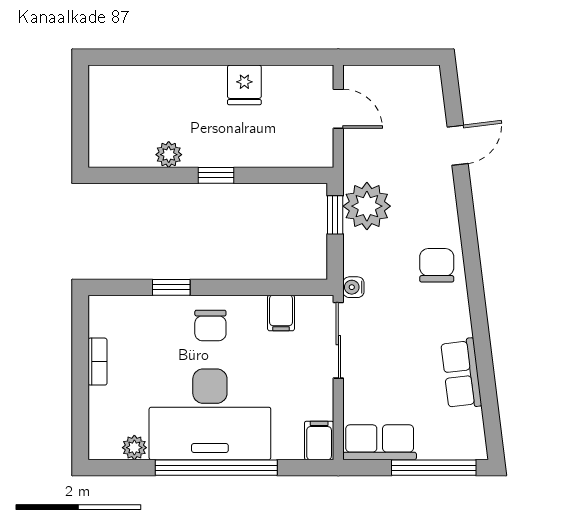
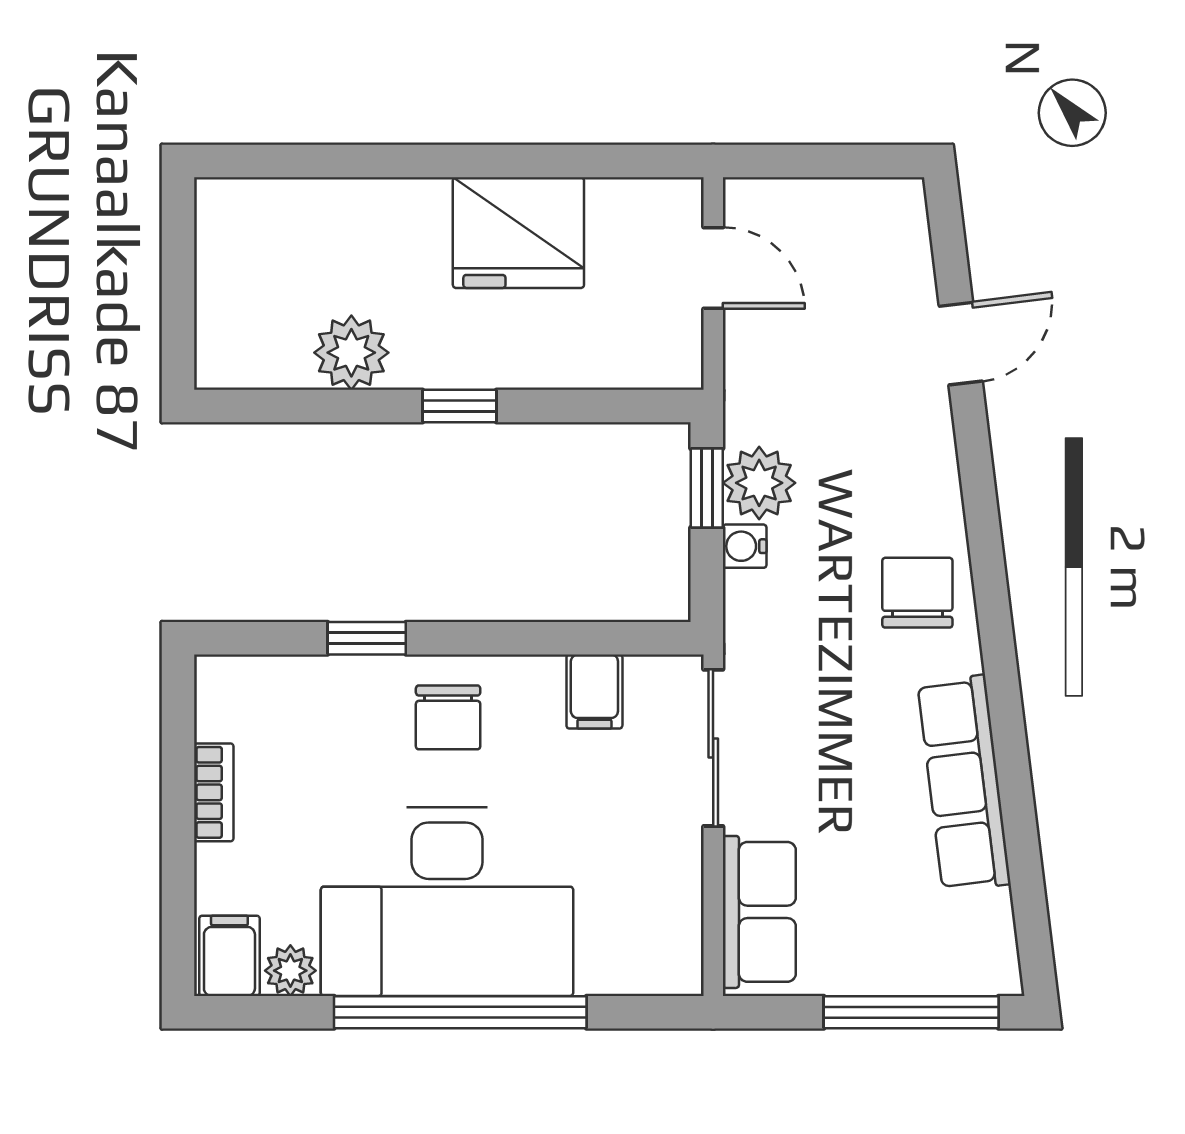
fridge: (244, 85) -> (518, 233), width x1.88, depth x1.34
plant: (169, 155) -> (351, 353), width x1.38, depth x1.38
plant: (367, 206) -> (759, 483), width x0.73, depth x0.73
water cooler: (353, 287) -> (745, 546), moved
row of seats: (461, 374) -> (964, 783), width x1.48
filing cabinet: (319, 440) -> (229, 956), moved
row of seats: (380, 442) -> (759, 912), moved, turned 90

